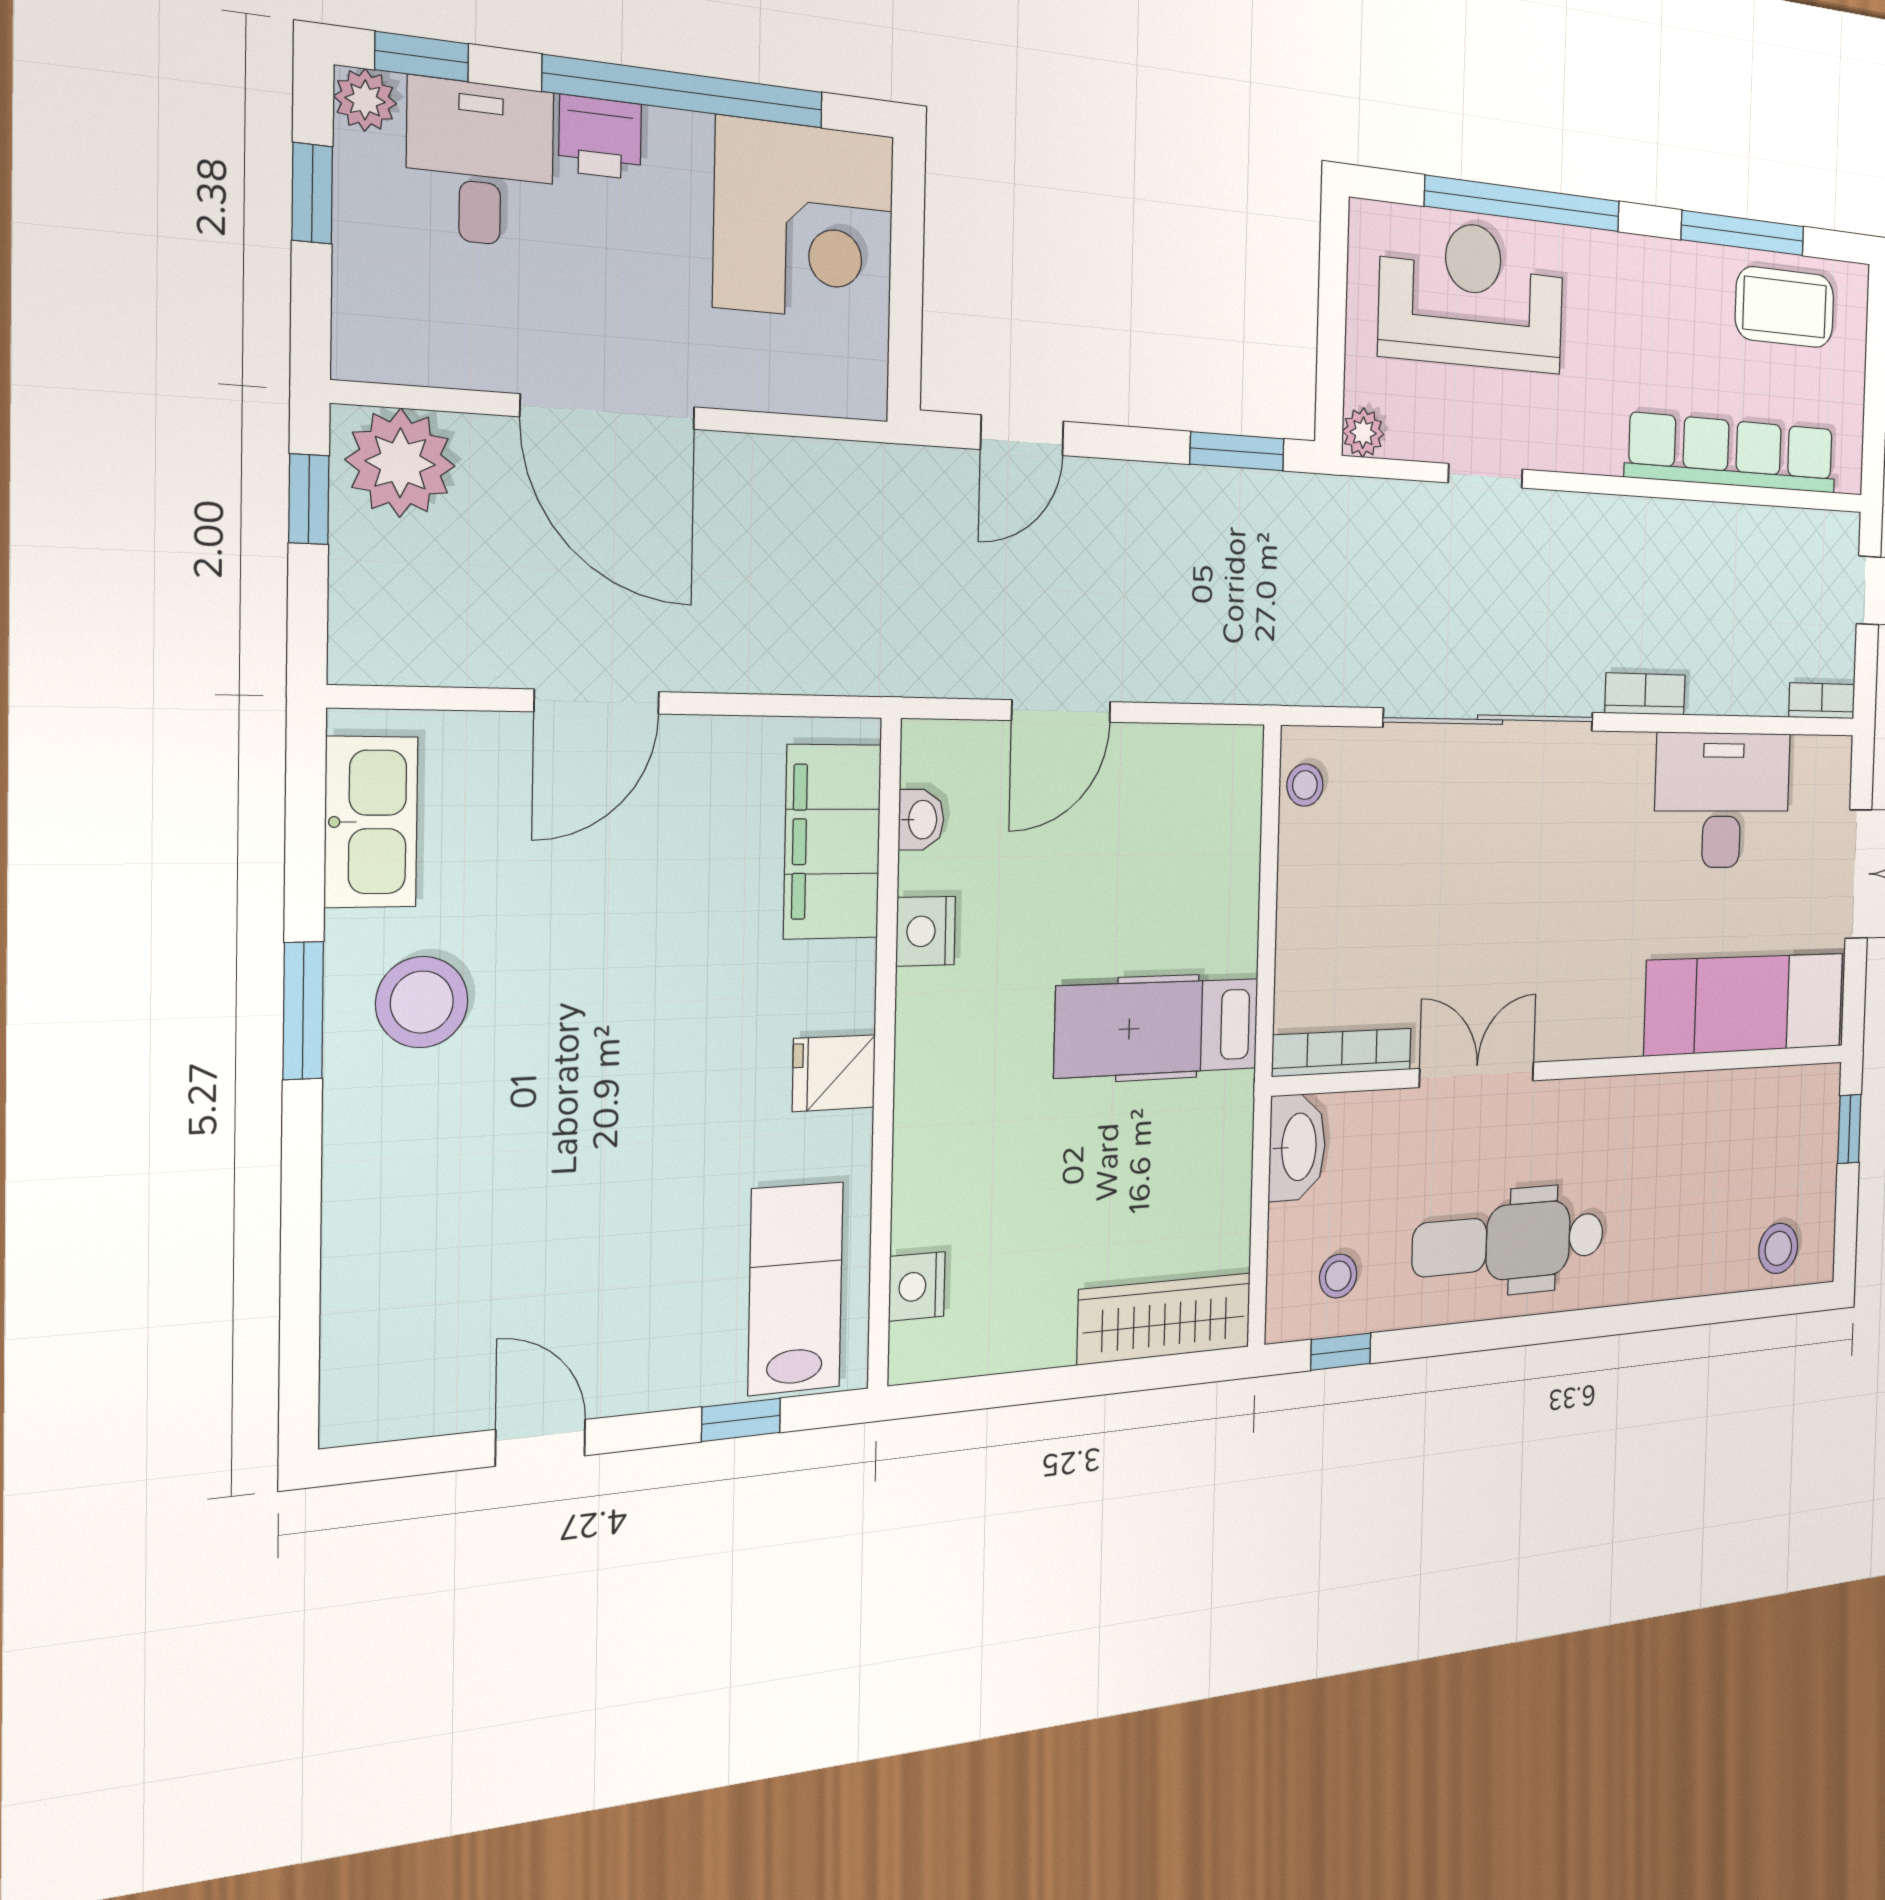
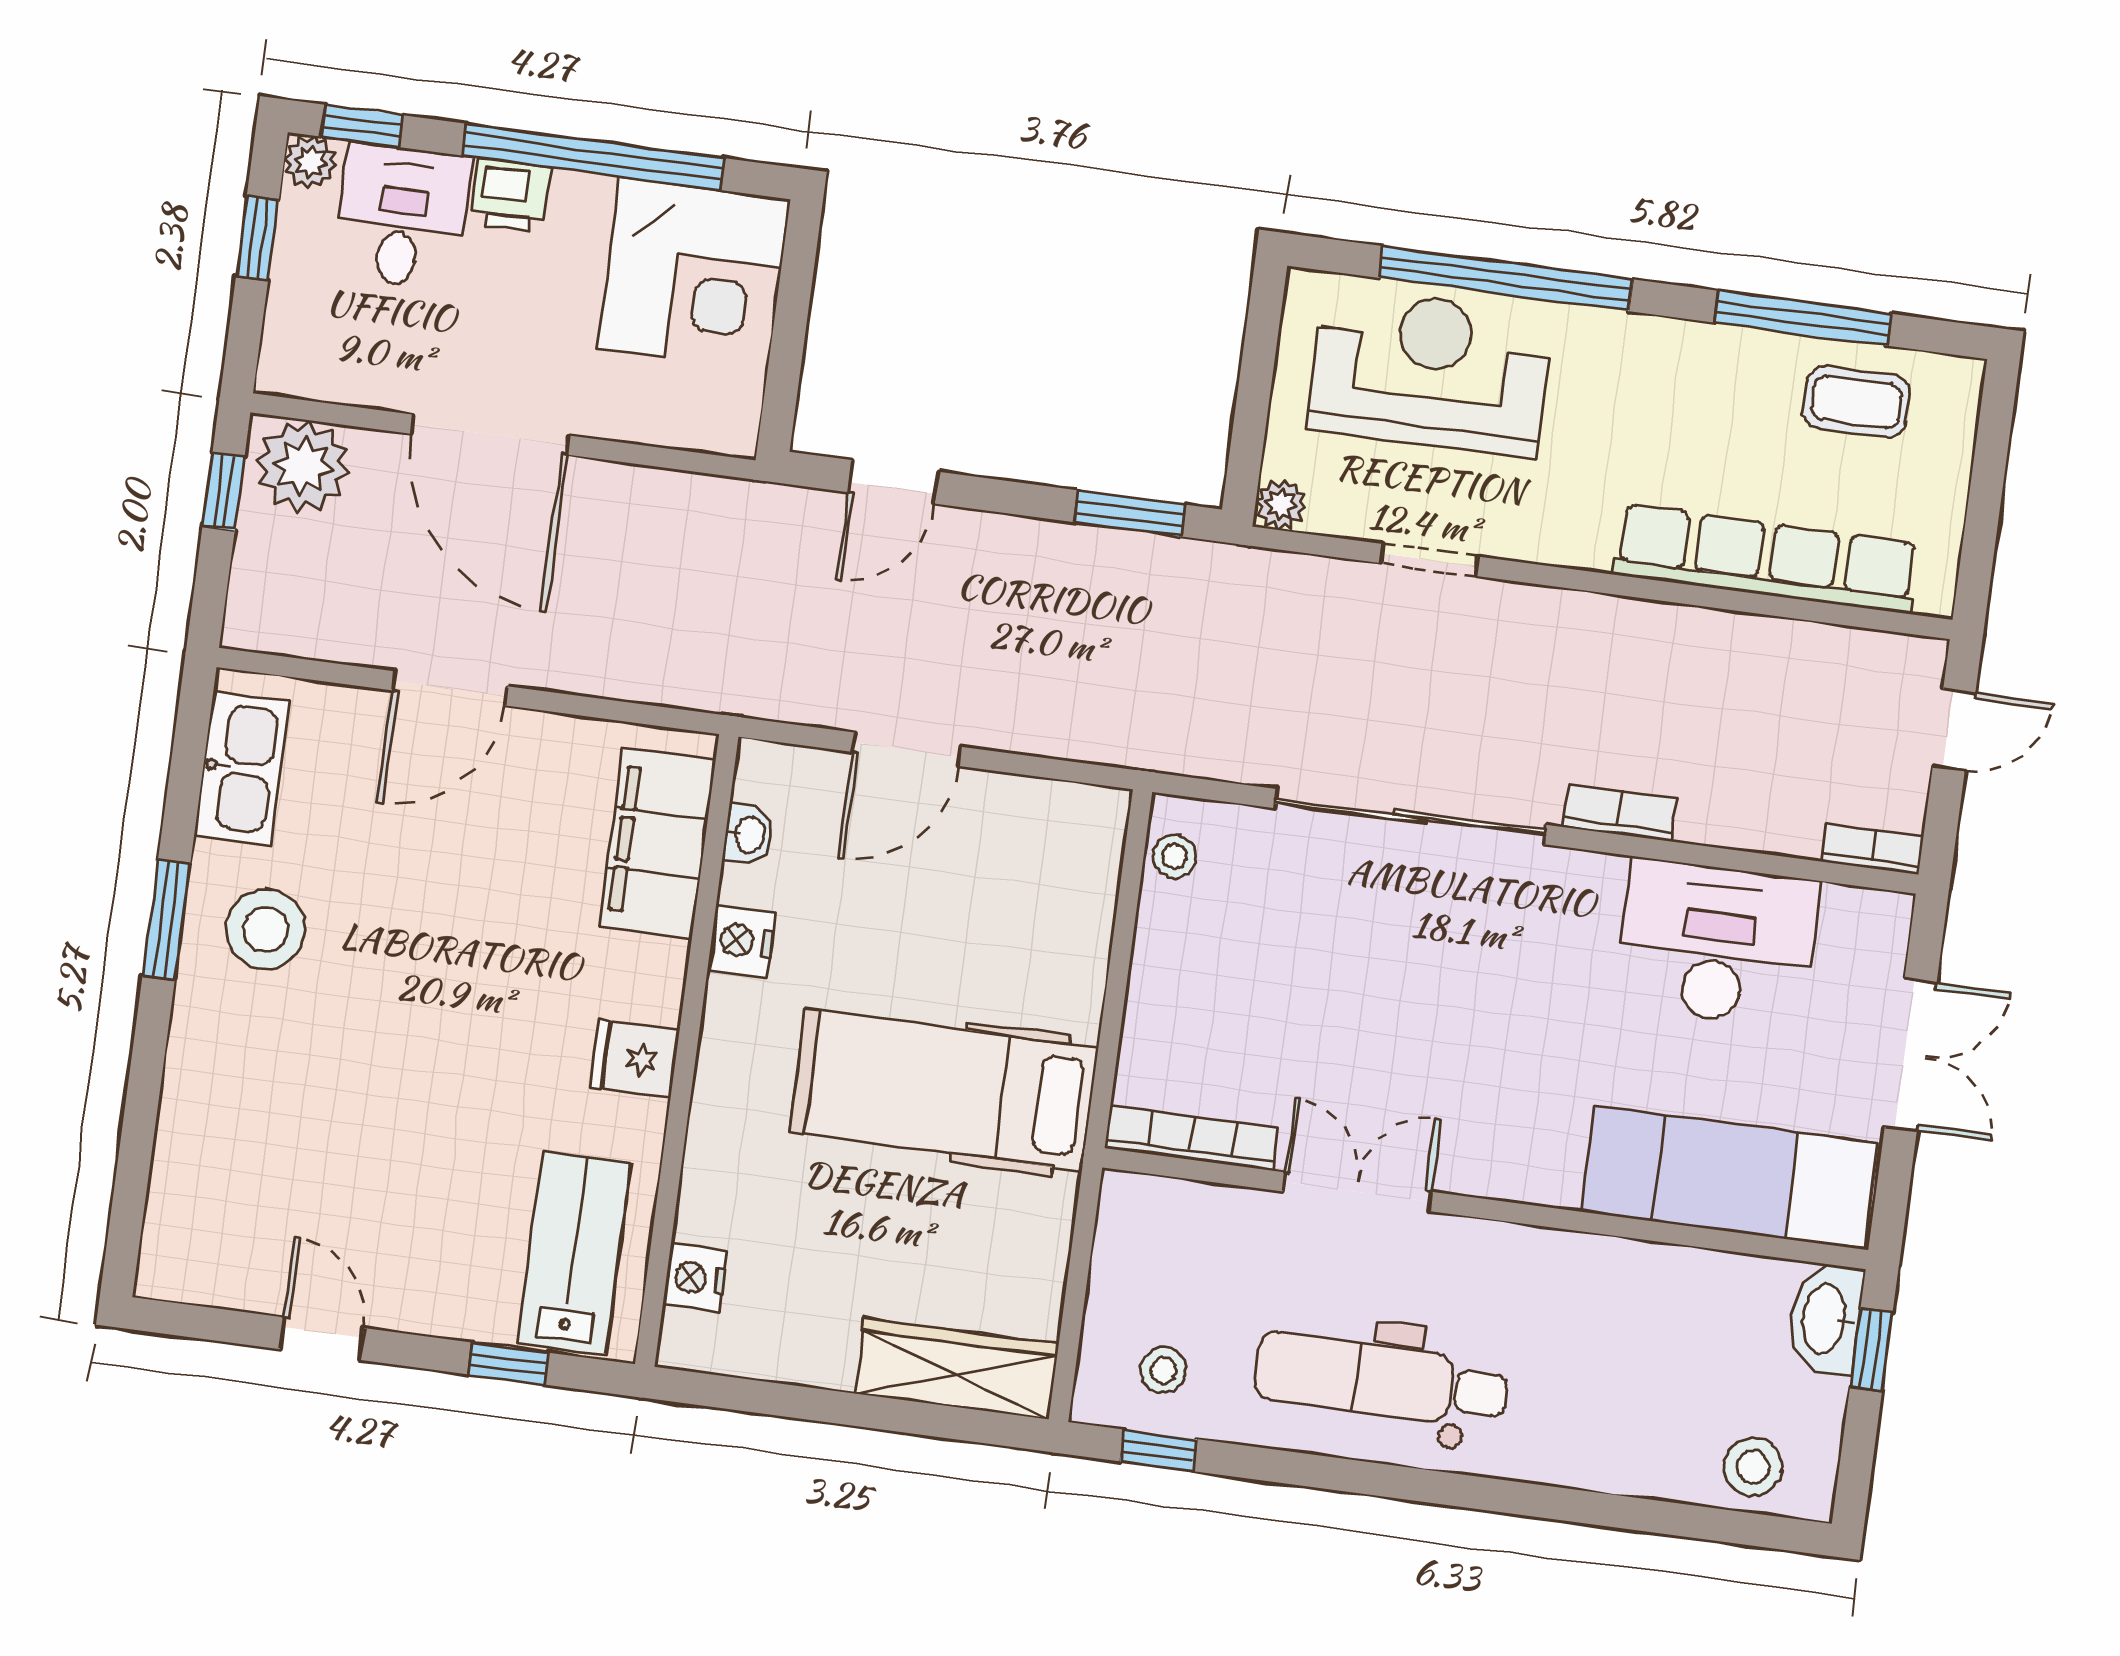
coffee table: (1785, 307) -> (1856, 402), width x0.73, depth x0.77
hospital bed: (1158, 1028) -> (944, 1090), width x1.37, depth x1.29
washbasin: (1297, 1147) -> (1825, 1319), moved, turned 180

